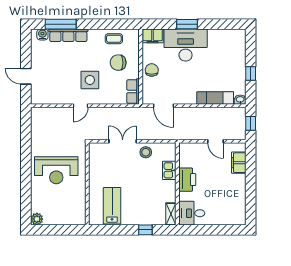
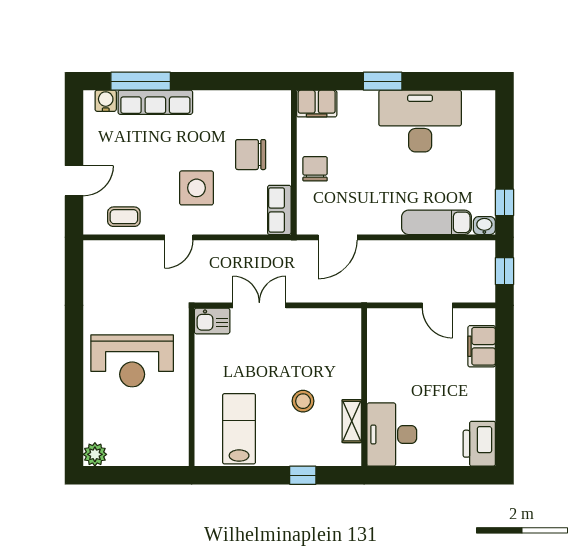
coffee table: (114, 39) -> (124, 217), moved
desk: (186, 45) -> (420, 121), moved
window: (251, 73) -> (504, 202), moved
door: (26, 76) -> (74, 181), swing flipped
door: (164, 106) -> (338, 237), hinge flipped
stool: (146, 152) -> (303, 401), moved
kitchen sink: (169, 170) -> (212, 321), moved, turned -90
printer: (187, 180) -> (479, 444), moved, turned 180
desk: (192, 213) -> (392, 435), width x1.37
shelving: (171, 214) -> (352, 421), moved

